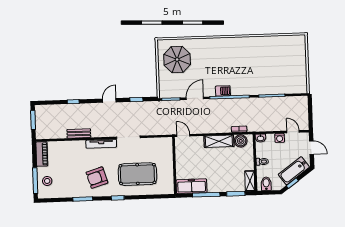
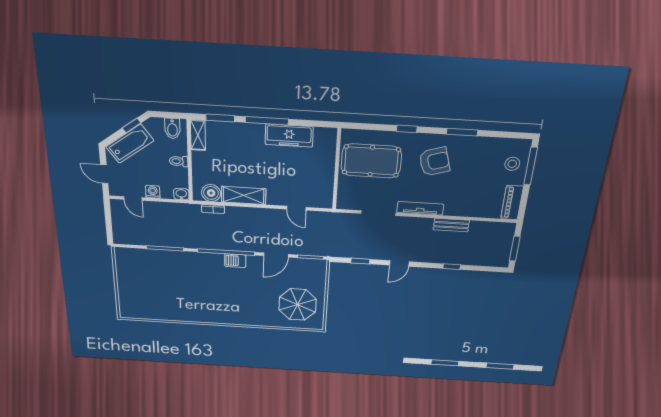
wall: (174, 165) -> (337, 170), moved

